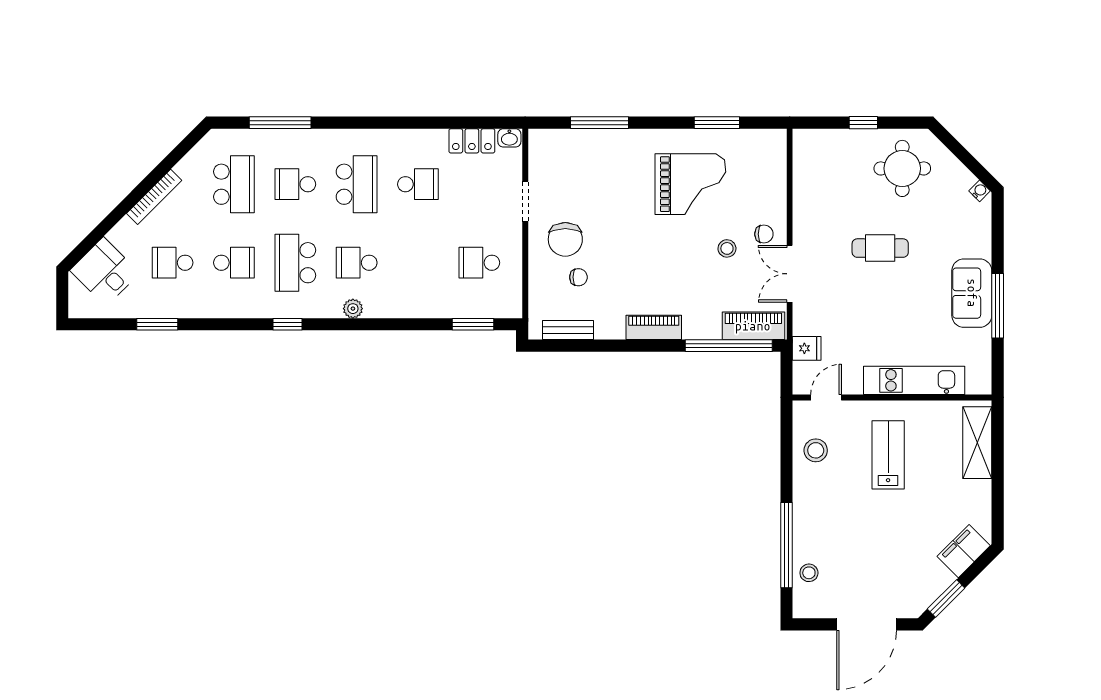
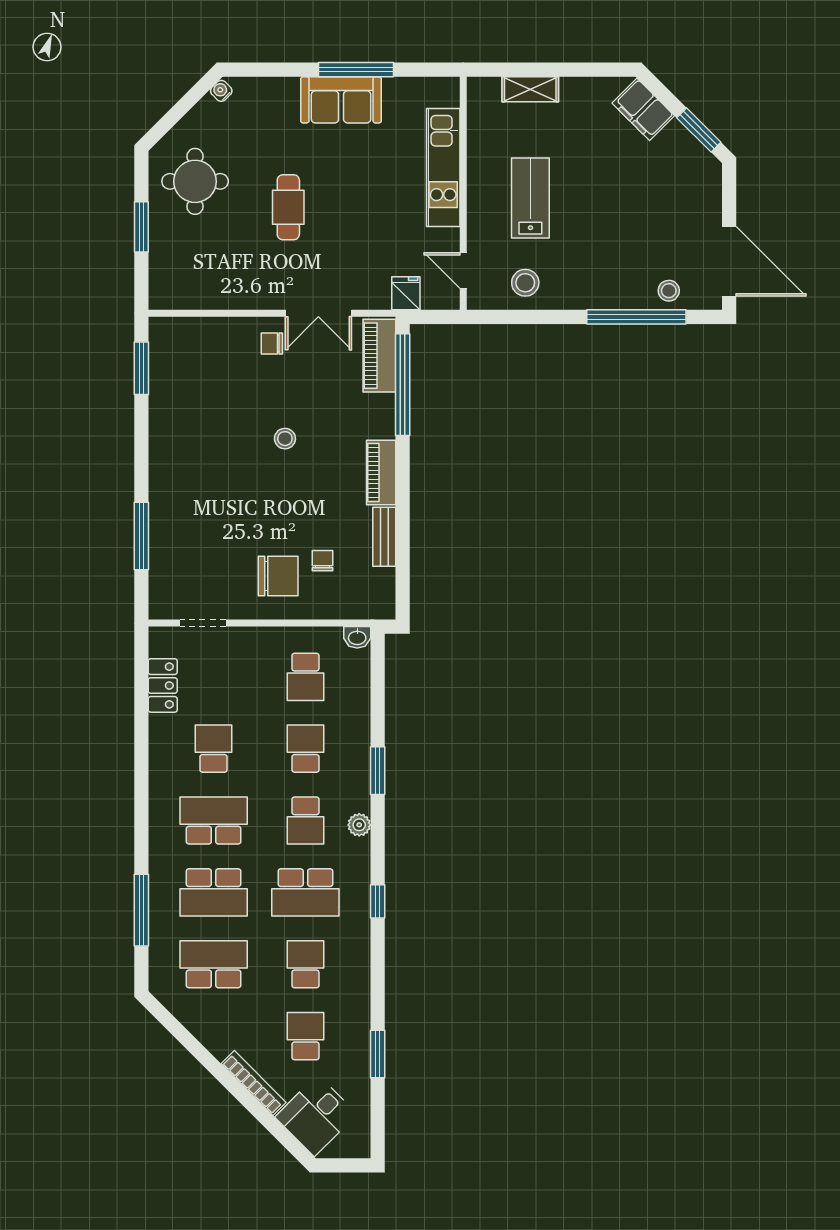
window: (717, 123) -> (141, 368), moved
window: (863, 123) -> (141, 227), width x1.50
washbasin: (509, 138) -> (357, 637), moved, turned 90
school desk: (295, 184) -> (214, 892), width x1.85
grand piano: (690, 184) -> (213, 430), removed
bookcase: (154, 197) -> (254, 1083), moved
doorway: (525, 201) -> (203, 623), moved
chair: (764, 234) -> (272, 343), turned -90
stool: (727, 248) -> (285, 439), moved
school desk: (173, 263) -> (305, 1036), turned 180
school desk: (418, 263) -> (305, 749), added
window: (473, 324) -> (378, 771), moved
bench: (568, 330) -> (384, 537), moved
shelving: (977, 443) -> (530, 89), width x0.67, depth x0.75
lab bench: (888, 455) -> (530, 198), turned 90
door: (867, 624) -> (729, 261), moved

